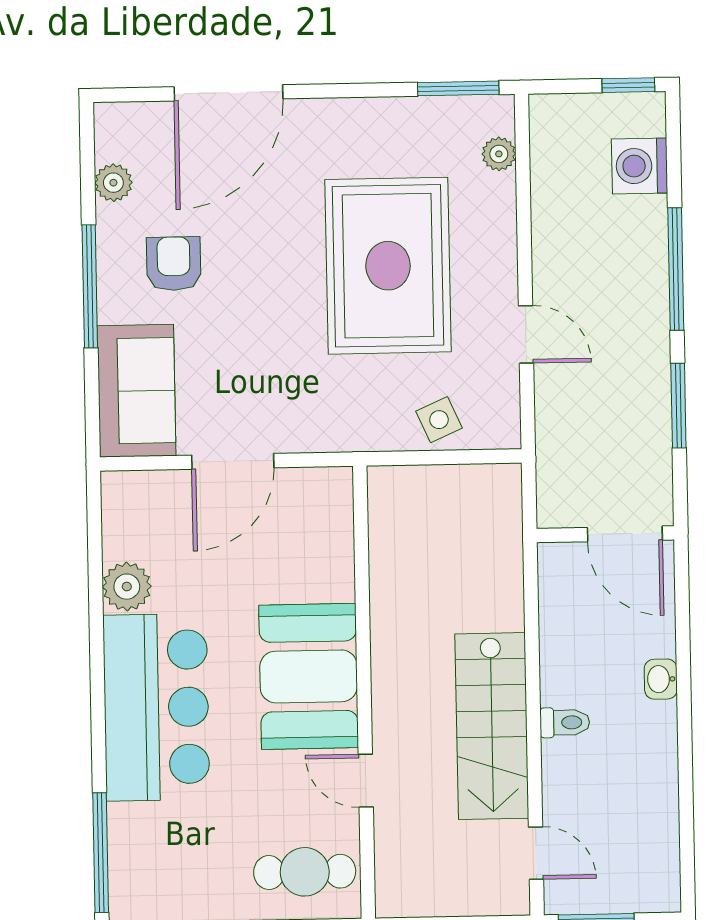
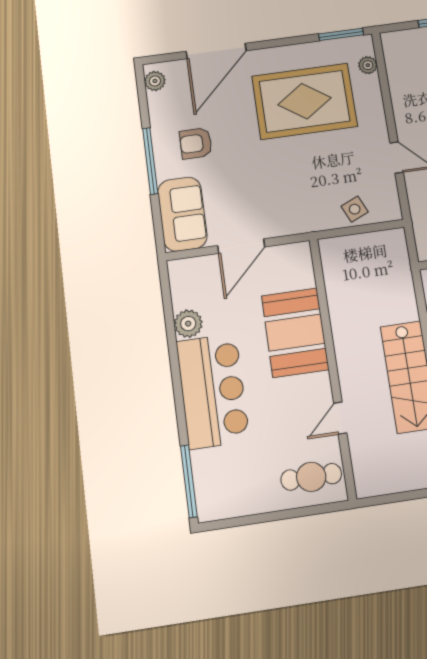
plant: (113, 183) -> (155, 81), moved
armchair: (174, 264) -> (196, 143), turned -90
rug: (388, 266) -> (304, 101), moved, turned 90
booth: (309, 676) -> (295, 333), moved
door: (366, 781) -> (340, 418), hinge flipped

